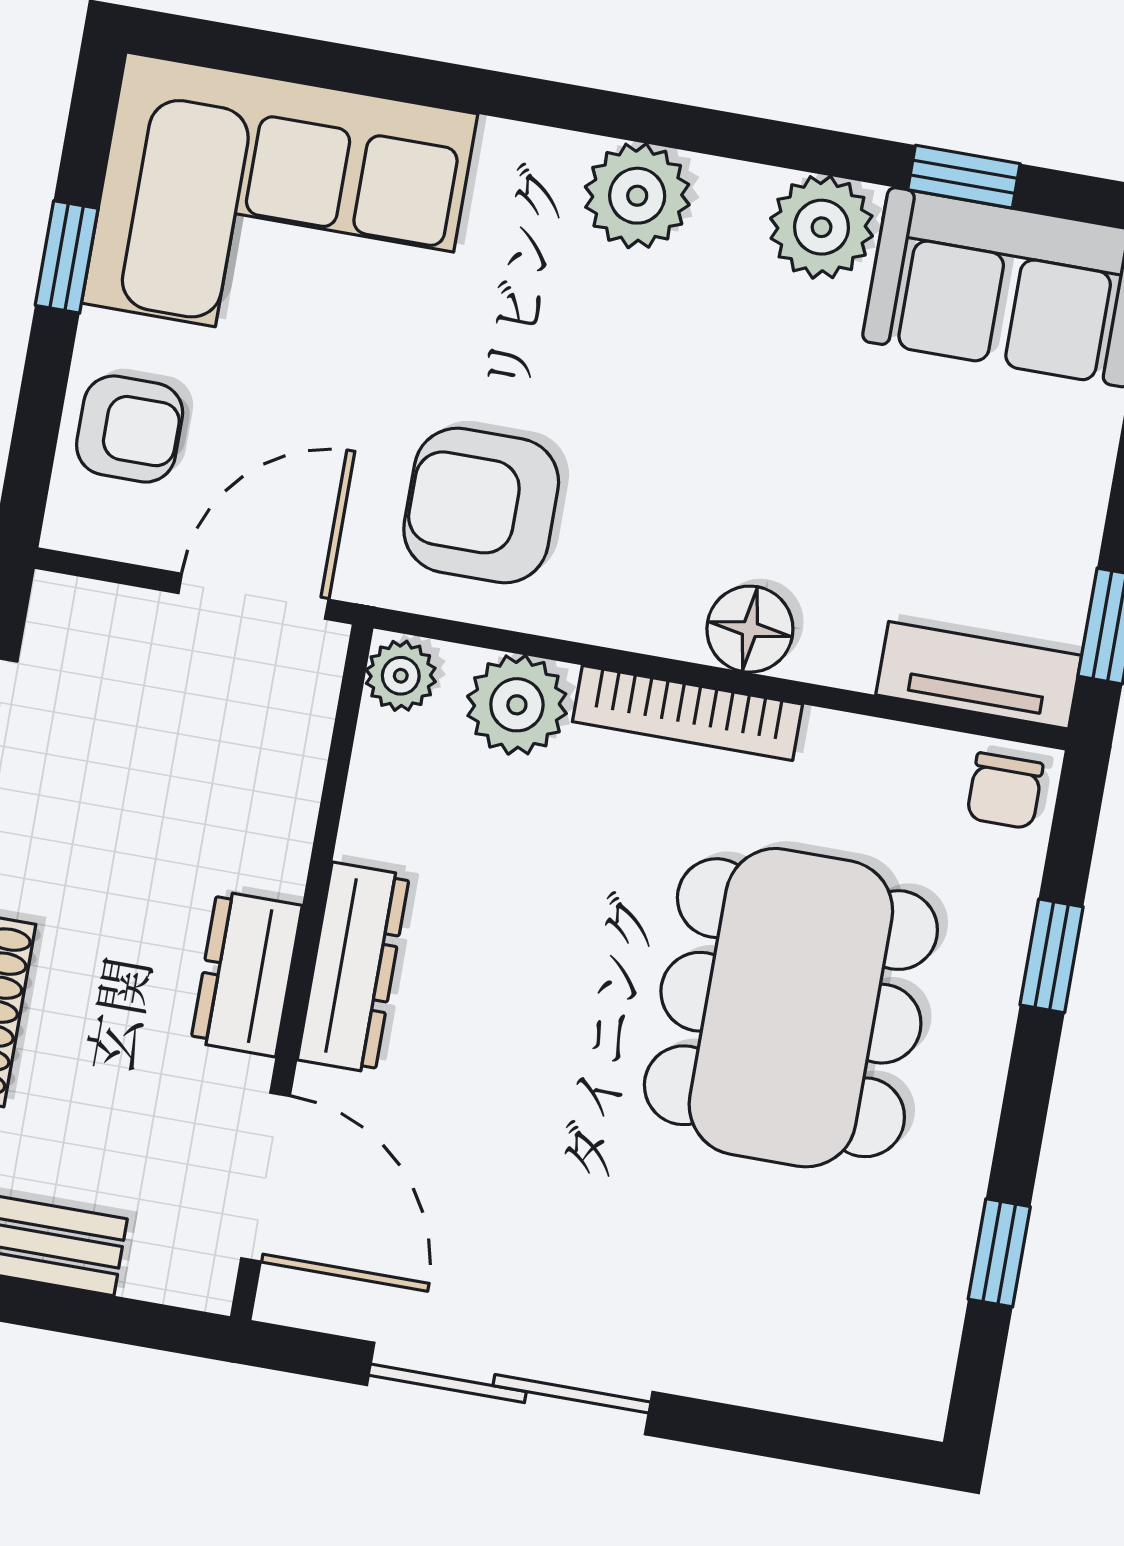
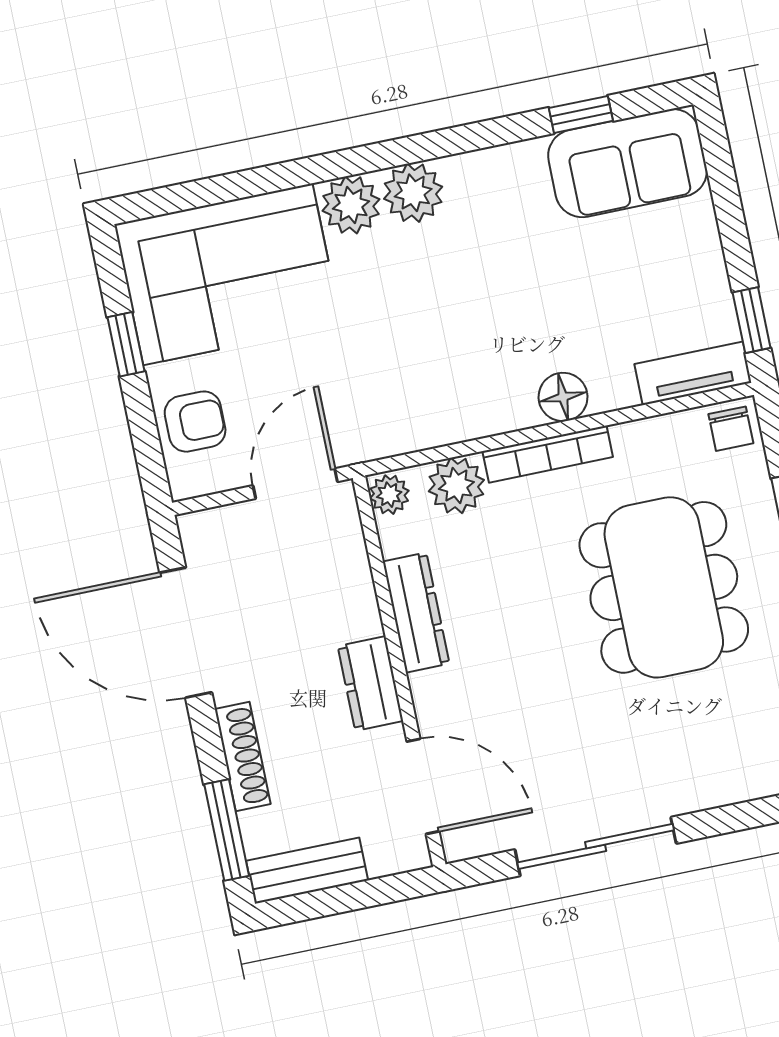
plant: (822, 227) -> (351, 205), moved
armchair: (481, 505) -> (396, 388), removed
dresser: (353, 968) -> (416, 613), moved

